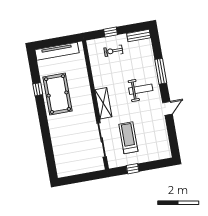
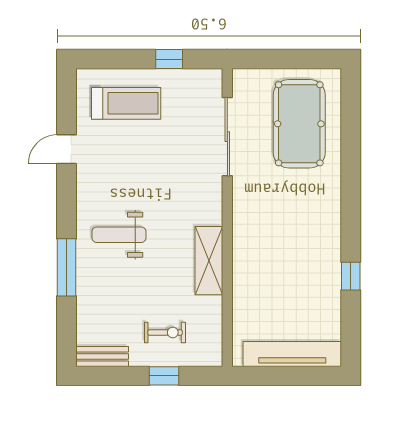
pool table: (58, 94) -> (299, 124), moved
shelving: (103, 103) -> (209, 261), moved
door: (167, 108) -> (67, 149), moved
treadmill: (128, 138) -> (126, 103), moved, turned -90

